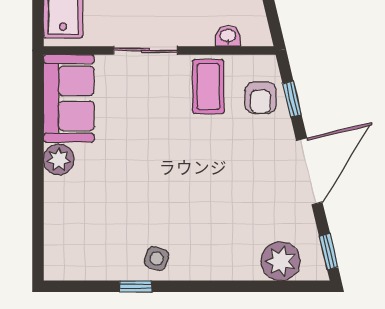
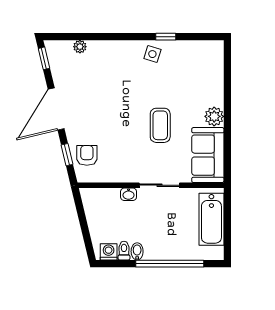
washbasin: (228, 36) -> (129, 194), moved
coffee table: (208, 87) -> (160, 125), moved
plant: (281, 261) -> (80, 47), width x0.53, depth x0.53

